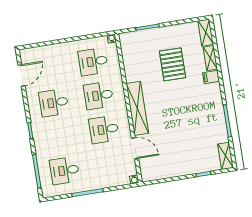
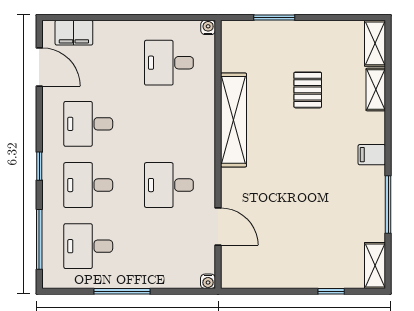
filing cabinet: (38, 53) -> (74, 33), added
pallet: (173, 64) -> (308, 90), width x0.67, depth x0.71
door: (21, 75) -> (39, 67), hinge flipped
filing cabinet: (211, 77) -> (372, 155), moved
desk: (99, 96) -> (88, 185), moved
shelving: (137, 108) -> (234, 120), moved

